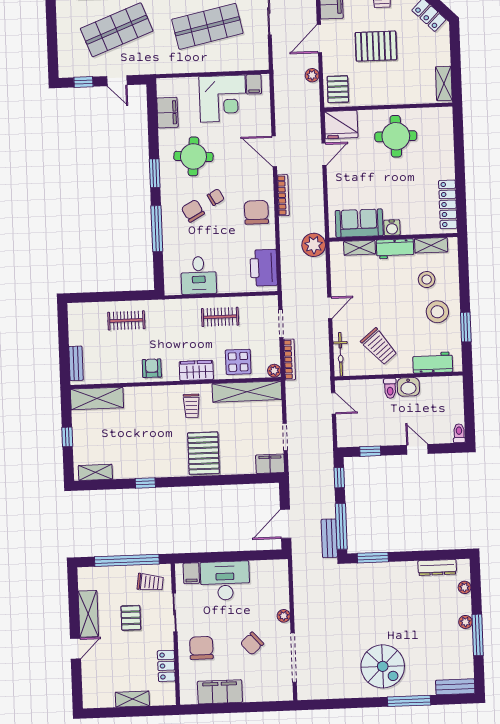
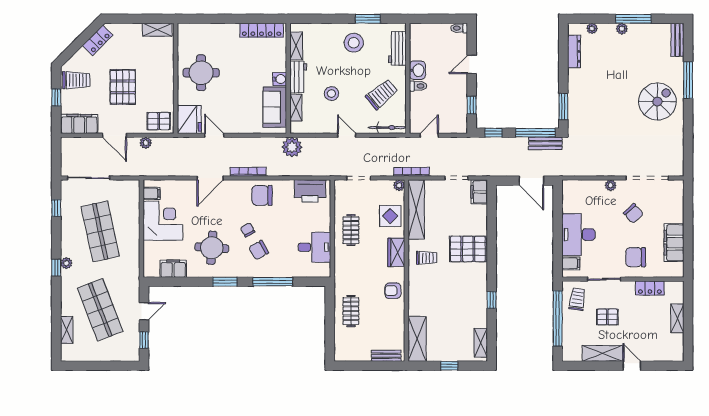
stool: (427, 280) -> (331, 94), moved
bookcase: (289, 359) -> (411, 172), moved

